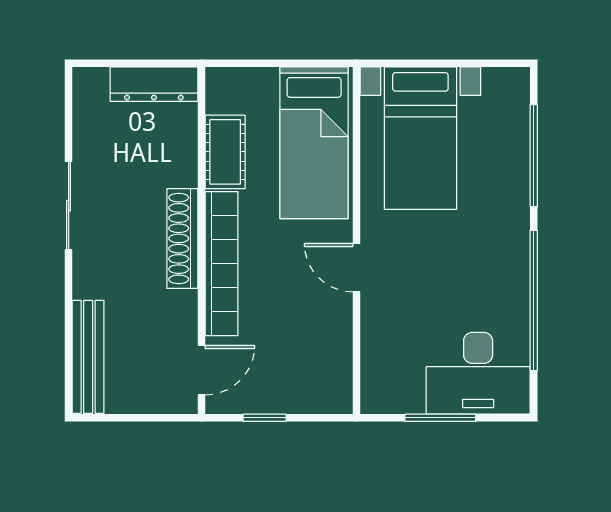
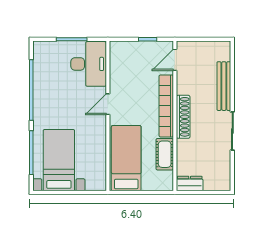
dresser: (154, 84) -> (190, 184), width x0.70
bed with nightstands: (420, 138) -> (59, 160), moved
door: (357, 268) -> (108, 104), swing flipped
bench: (88, 357) -> (224, 86), moved
desk: (478, 373) -> (89, 64), moved, turned 90

